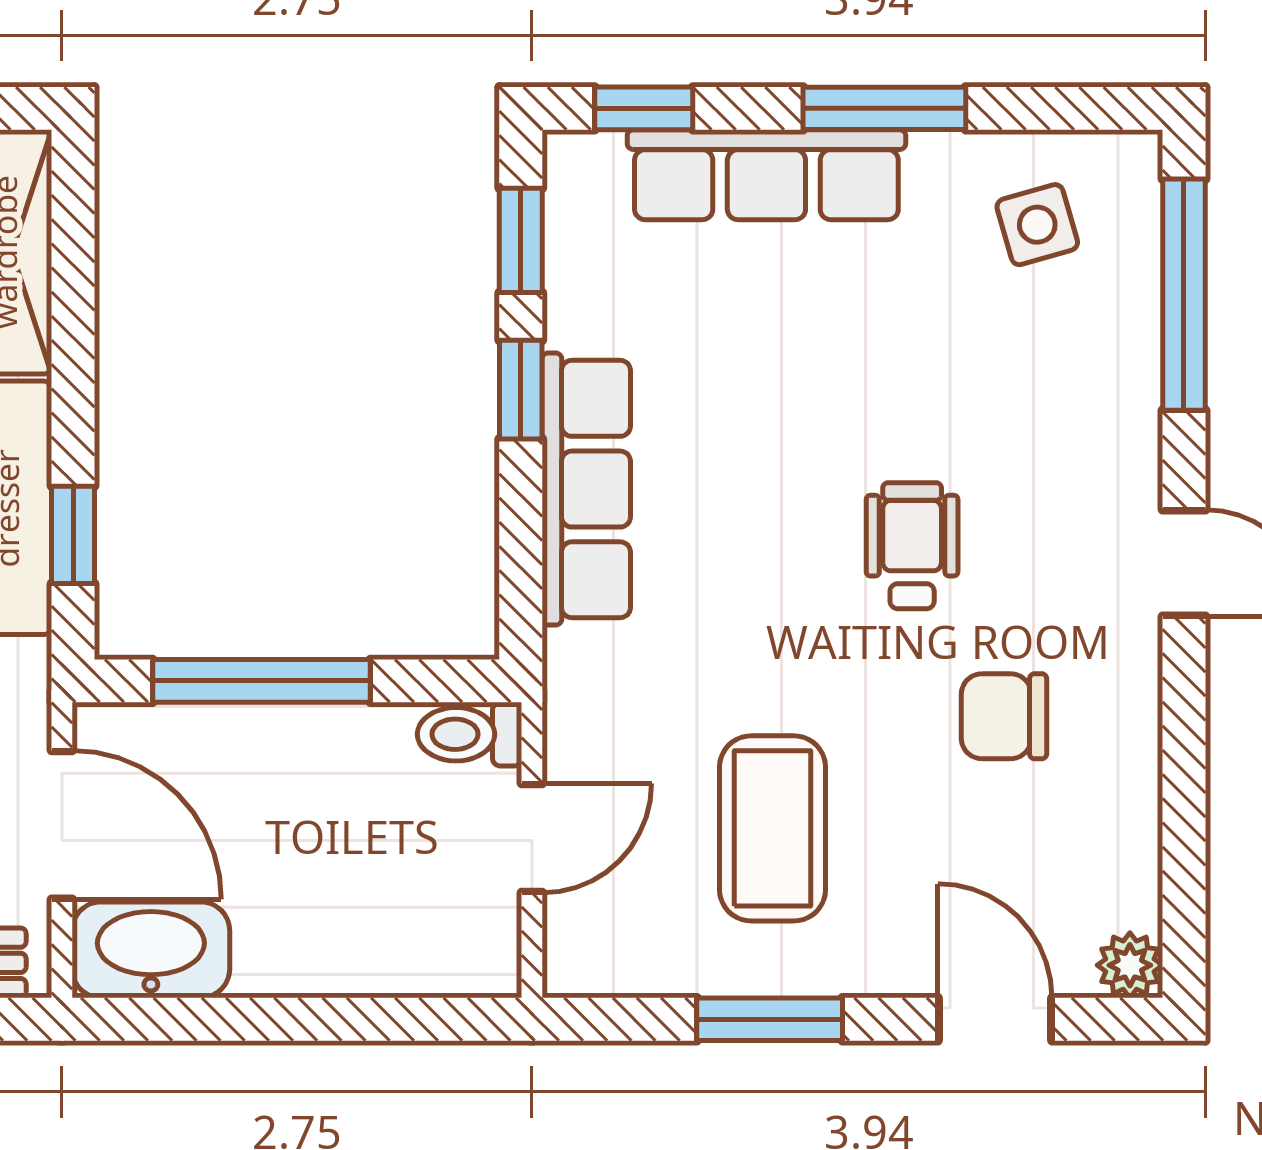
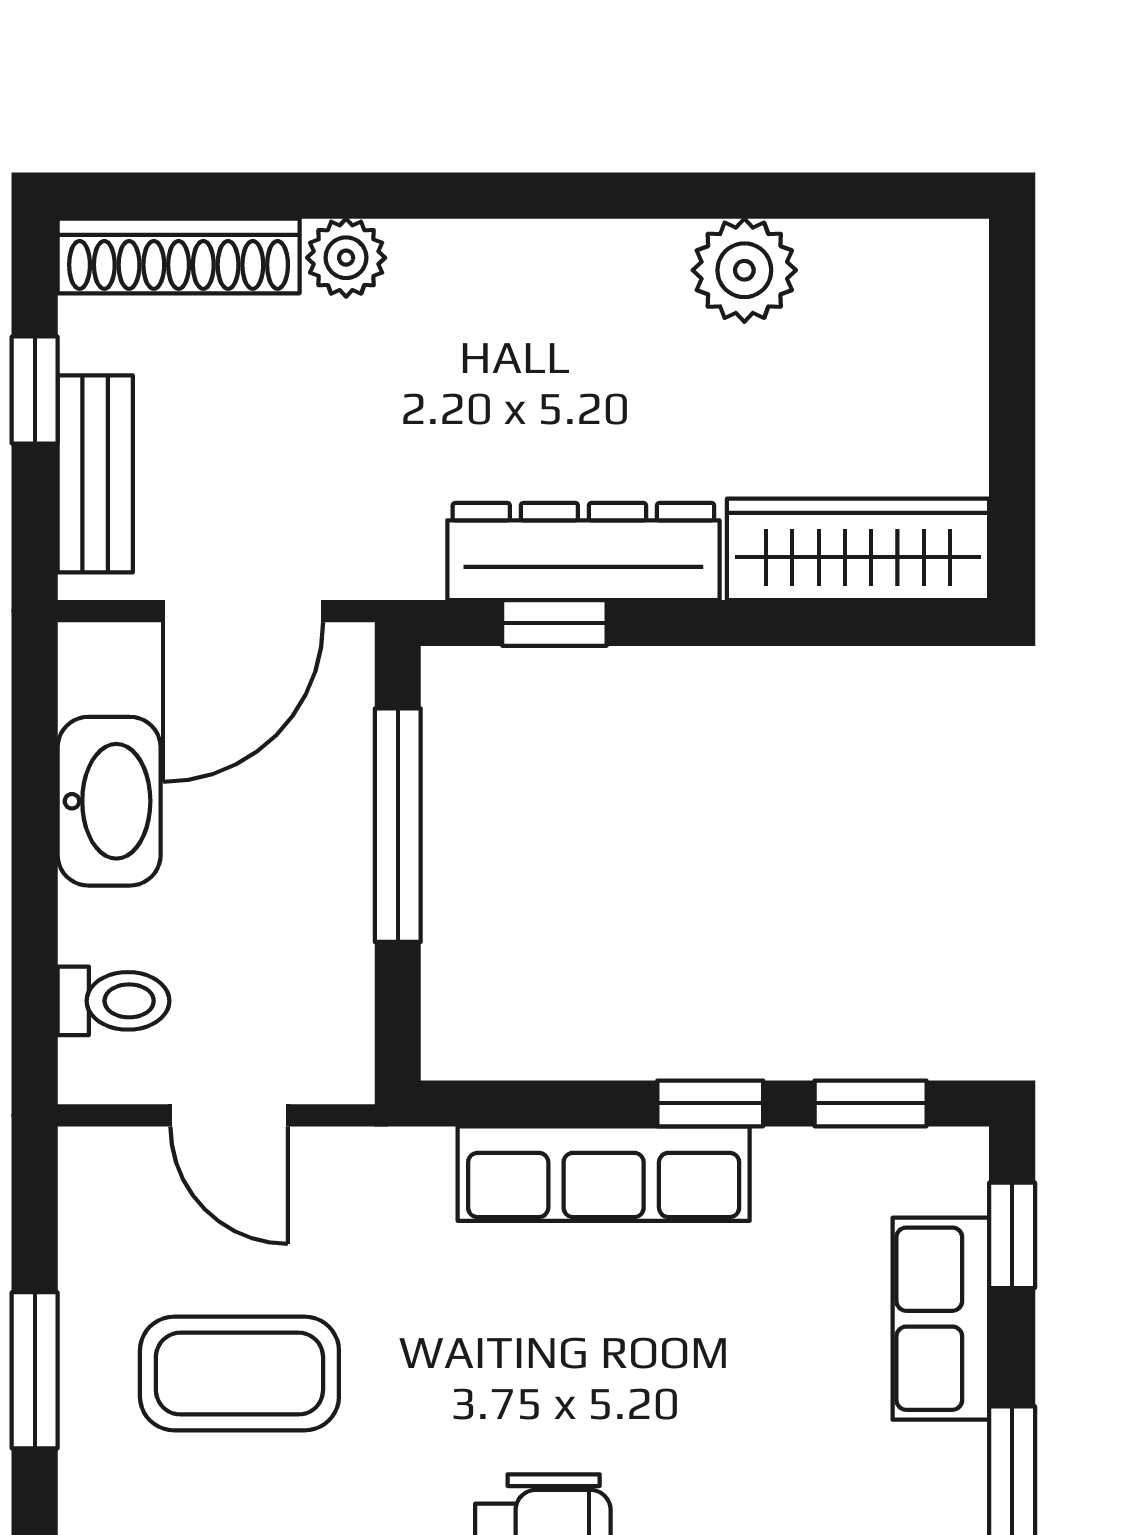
row of seats: (766, 175) -> (941, 1319), width x0.68
toilet: (470, 734) -> (113, 1001), moved, turned 90
washbasin: (151, 950) -> (109, 801), moved

